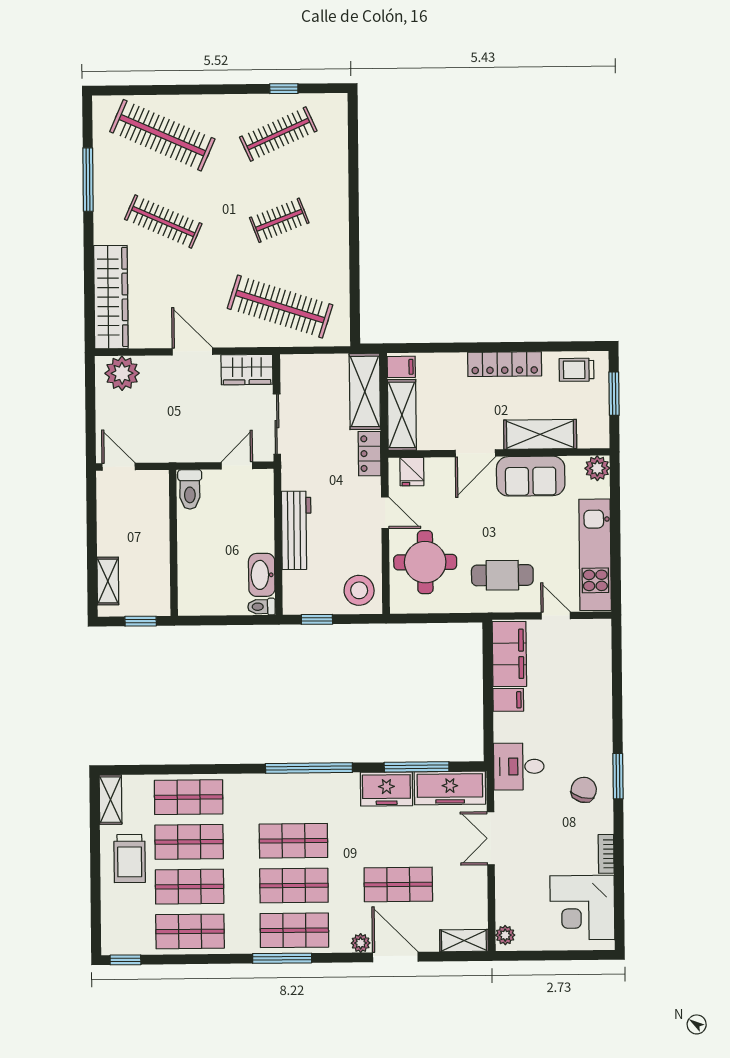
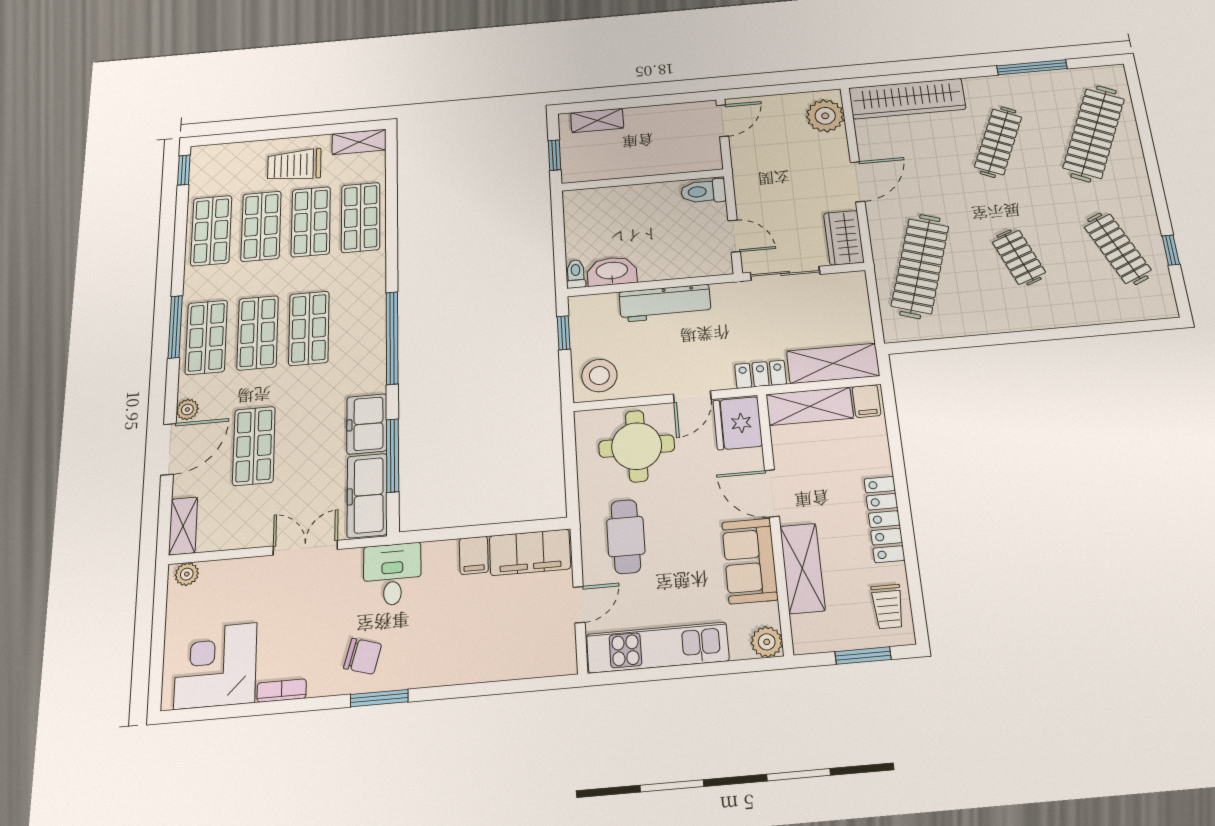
trolley: (577, 370) -> (888, 606), turned 180
fridge: (412, 472) -> (738, 423), width x1.88, depth x1.34

